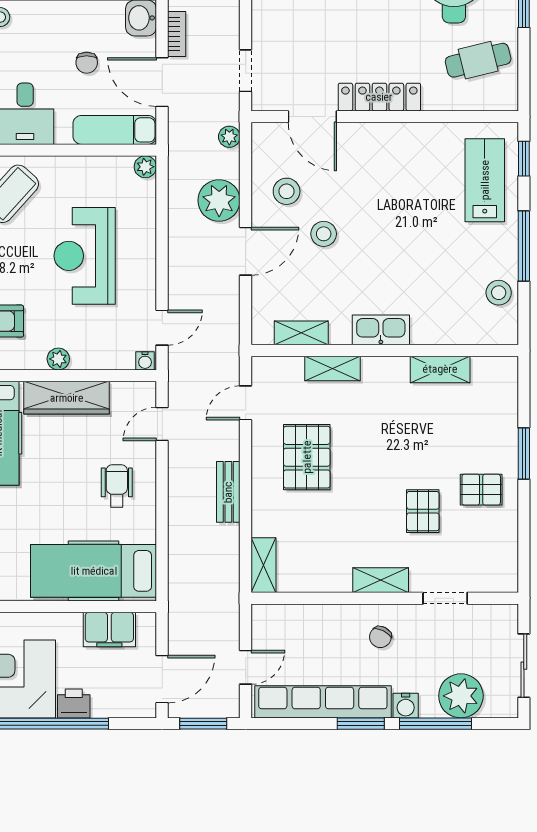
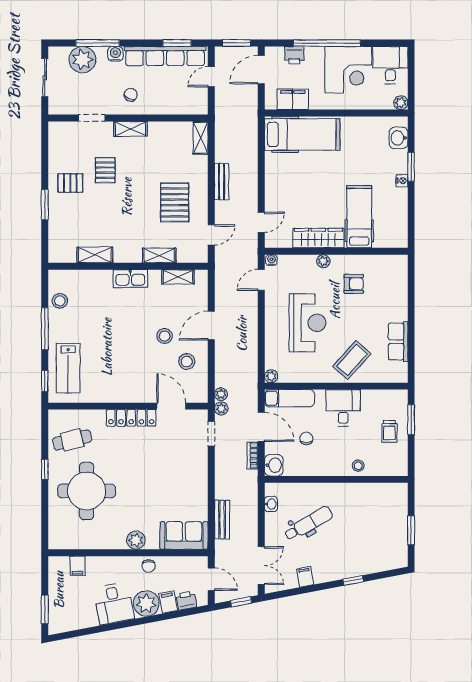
plant: (219, 200) -> (221, 409), moved, width x0.53, depth x0.53
wheelchair: (117, 486) -> (288, 185), removed
printer: (74, 703) -> (294, 55), moved
window: (361, 724) -> (177, 43), moved

